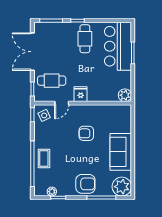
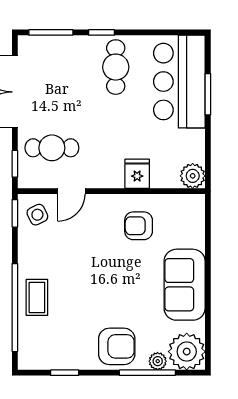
fridge: (81, 94) -> (137, 174), moved
armchair: (86, 133) -> (139, 226), moved
plant: (52, 192) -> (158, 361), moved

